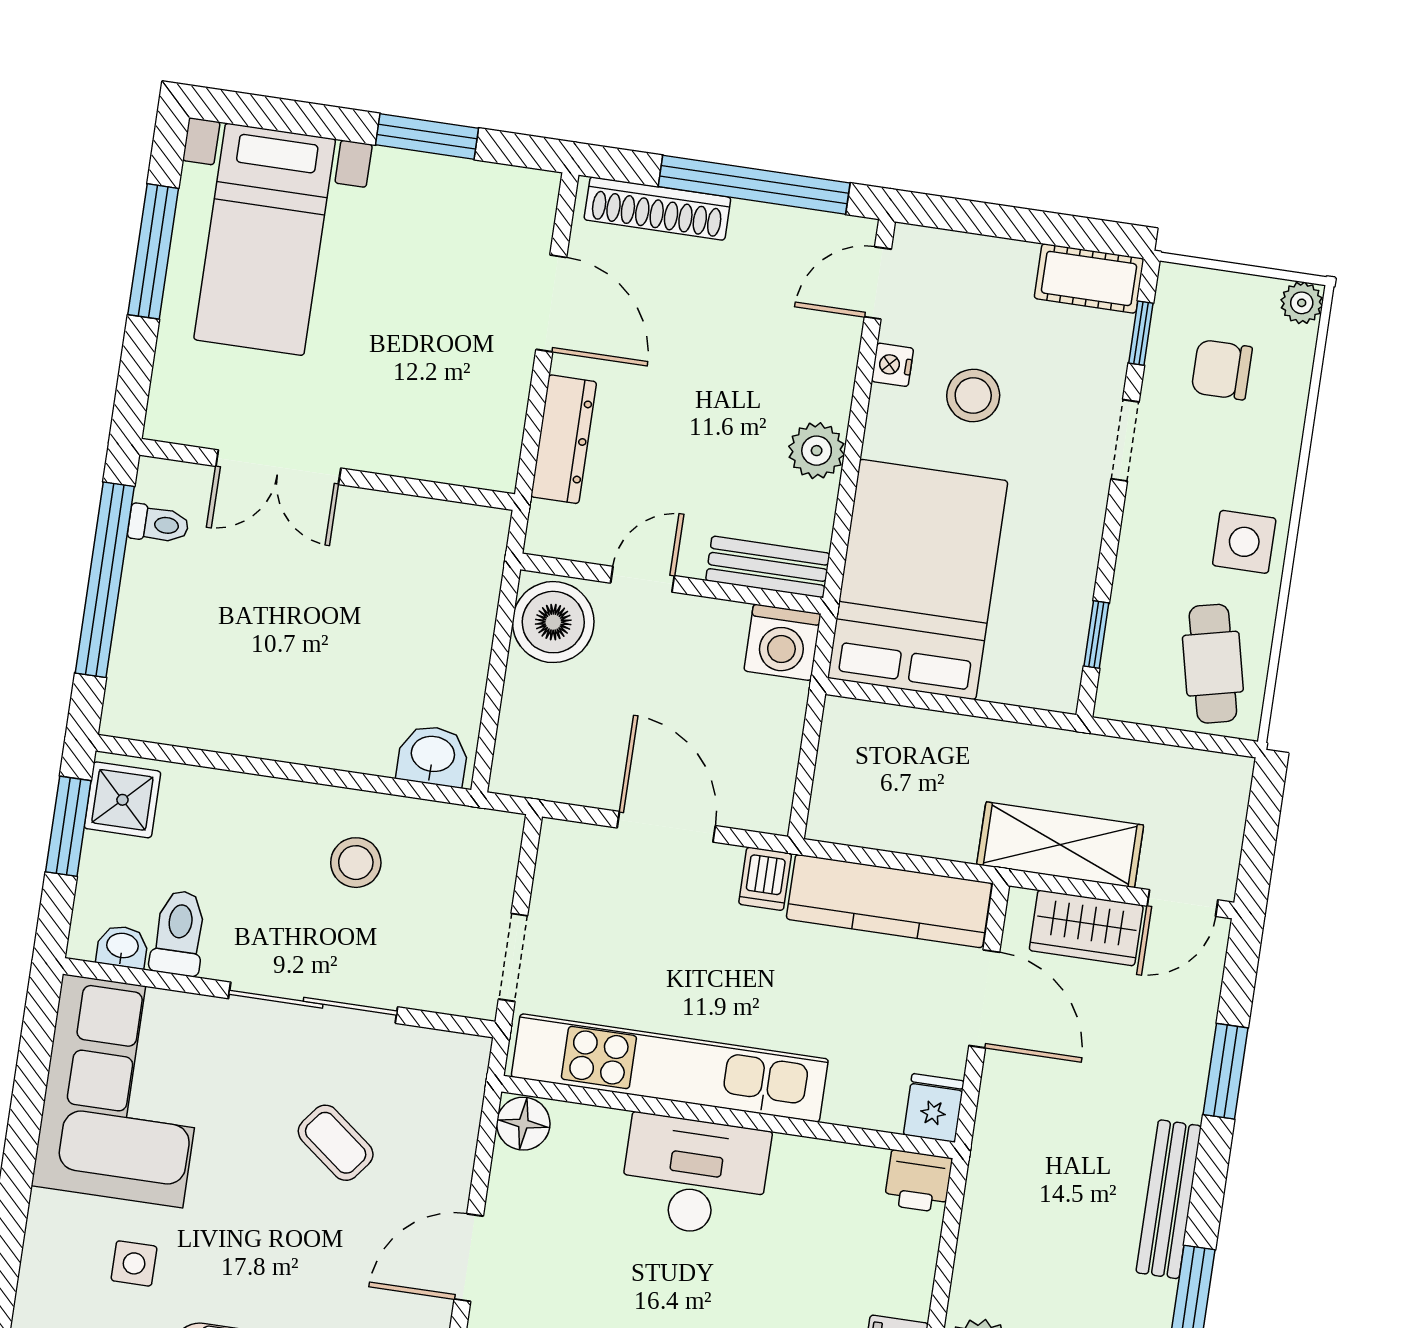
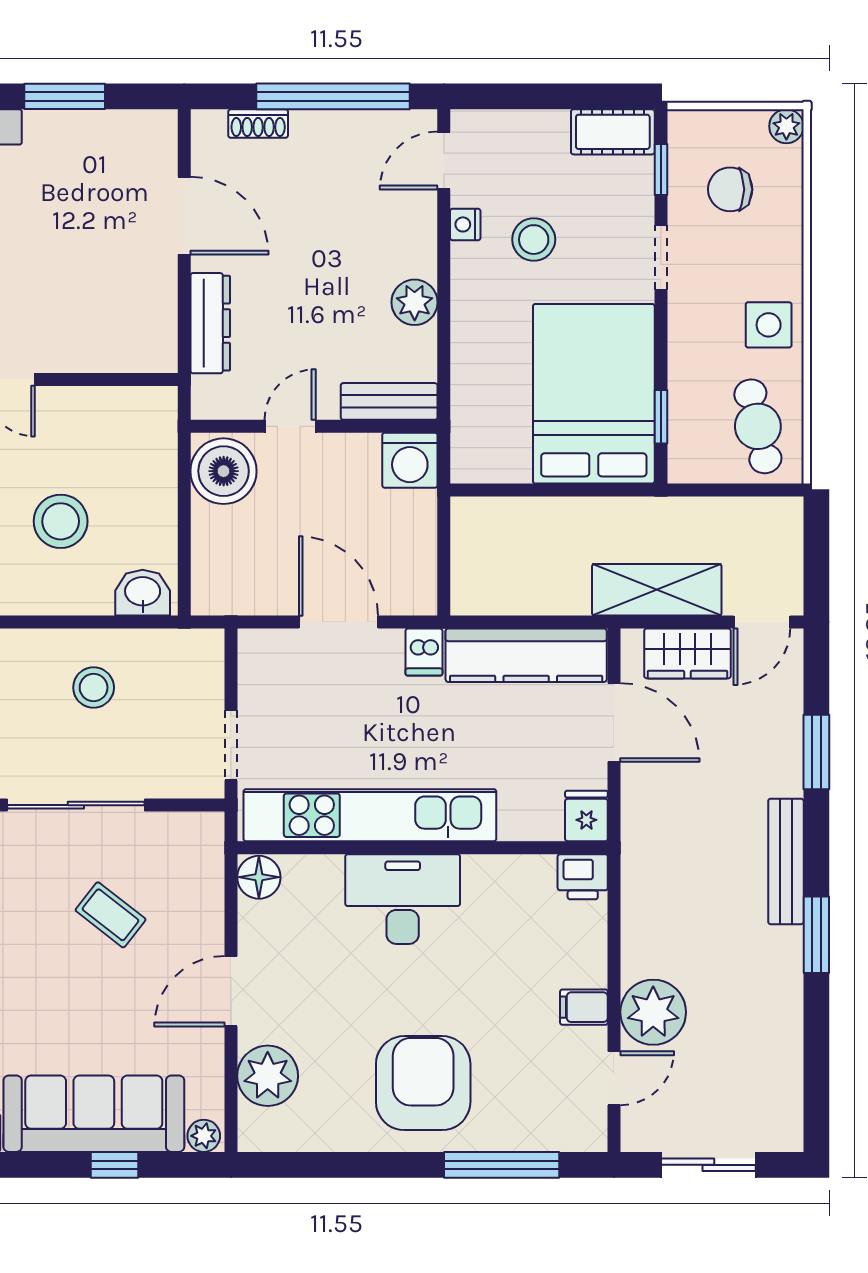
shoe rack: (657, 209) -> (258, 124), width x0.51, depth x0.81
bed: (918, 579) -> (594, 394), moved
stool: (346, 654) -> (61, 521), added

